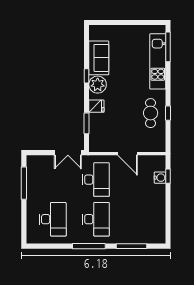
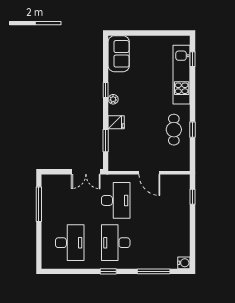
window: (168, 47) -> (192, 59), width x0.46
sofa: (99, 58) -> (119, 54), moved
plant: (98, 85) -> (113, 99), width x0.53, depth x0.53
water cooler: (160, 178) -> (184, 263), moved
desk: (96, 219) -> (116, 243), turned 180
window: (89, 246) -> (108, 271), width x0.46

